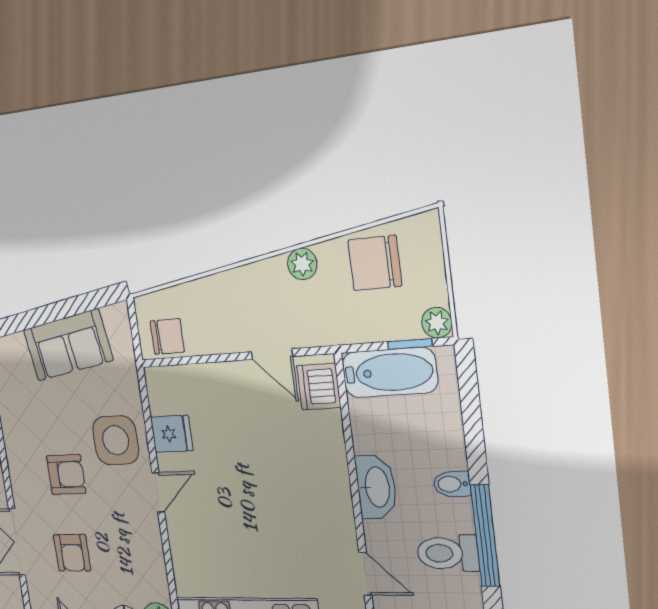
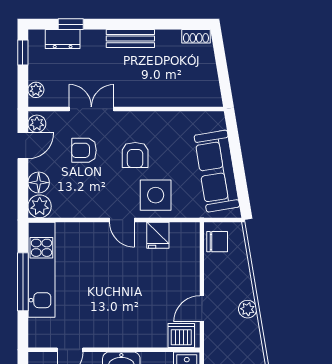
plant: (302, 264) -> (248, 309), moved
chair: (167, 336) -> (217, 242), turned -90
sofa: (68, 345) -> (217, 171), width x1.36

